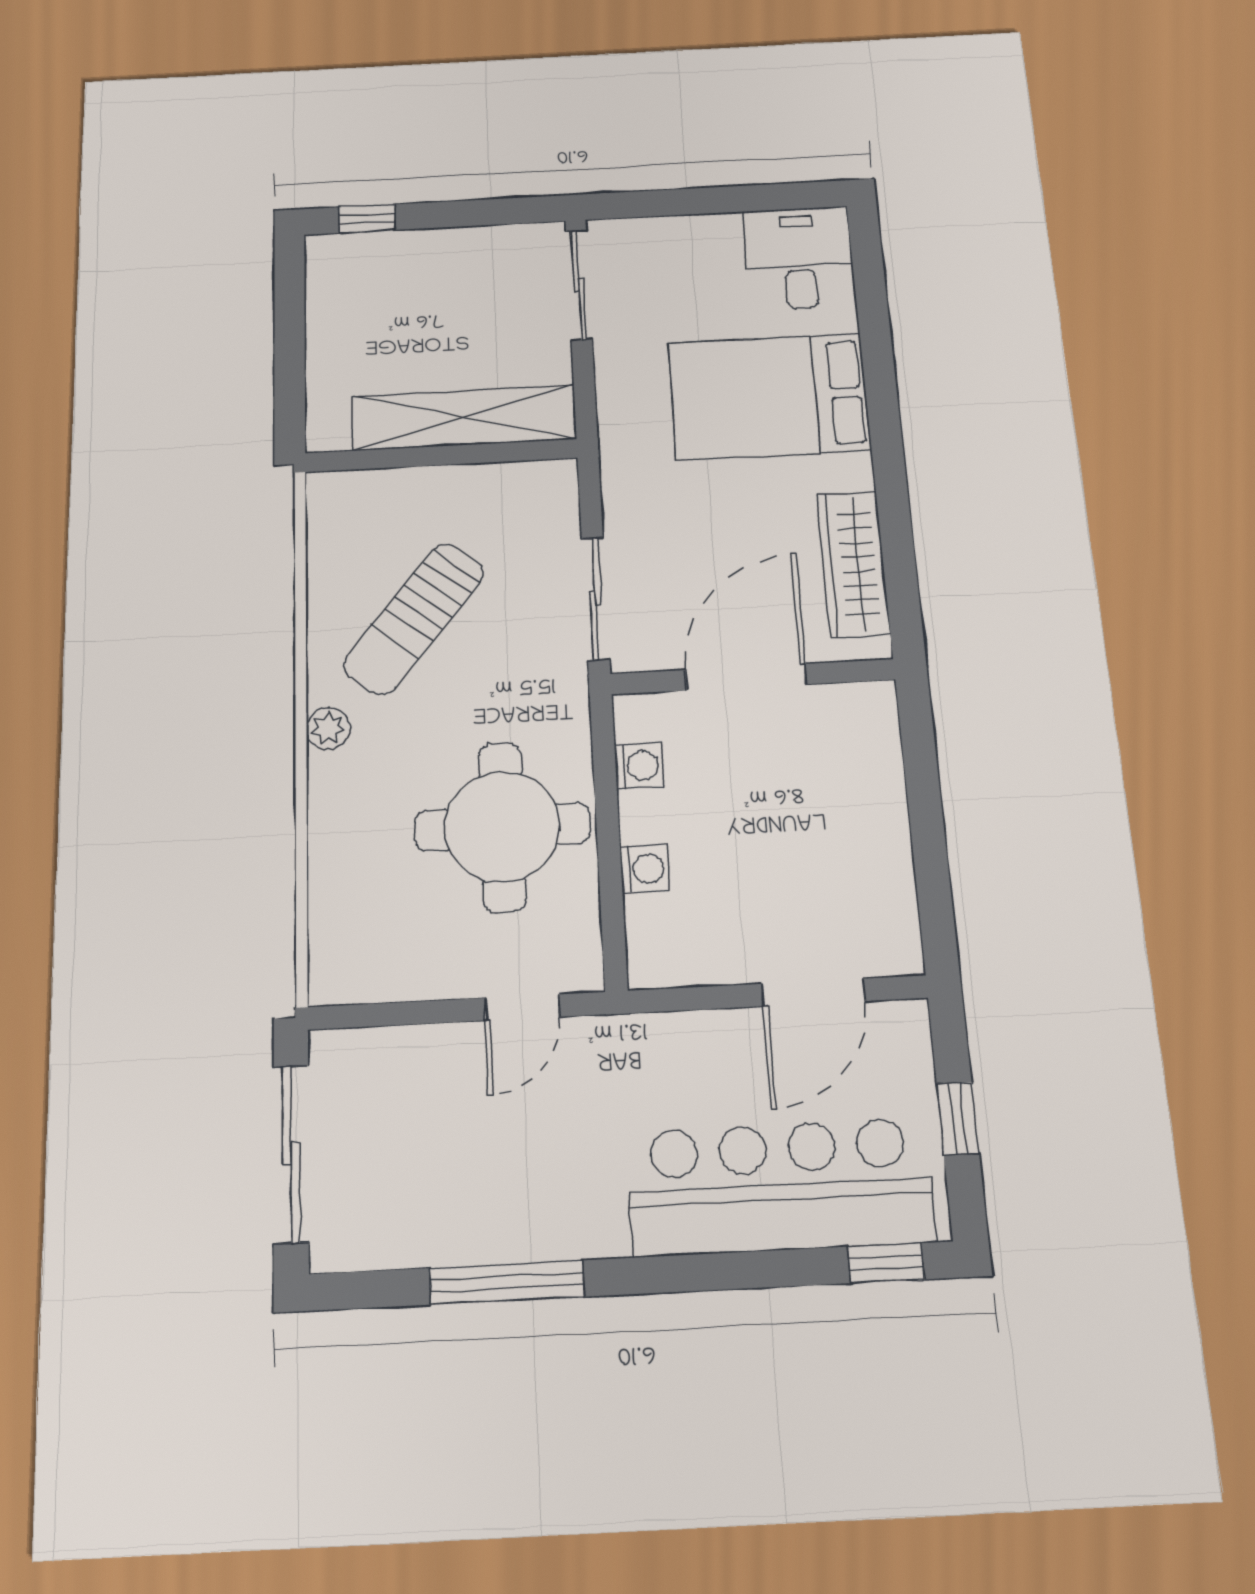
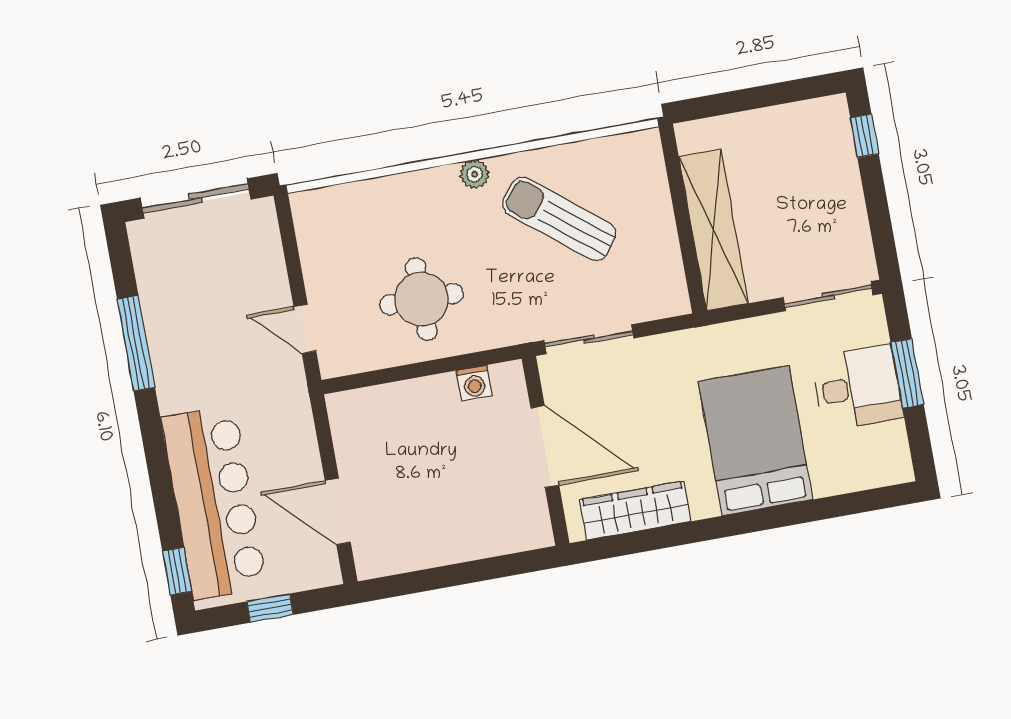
window: (698, 201) -> (907, 373), added
desk: (799, 258) -> (857, 388), moved
round table: (502, 827) -> (421, 299), width x0.73, depth x0.73
washing machine: (645, 869) -> (405, 395), removed

